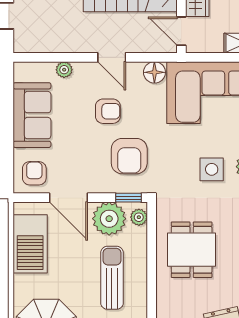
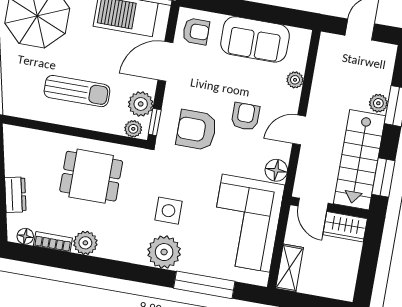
door: (181, 31) -> (313, 205), swing flipped
armchair: (108, 111) -> (245, 116), turned 180
plant: (109, 219) -> (141, 104), width x0.73, depth x0.73

